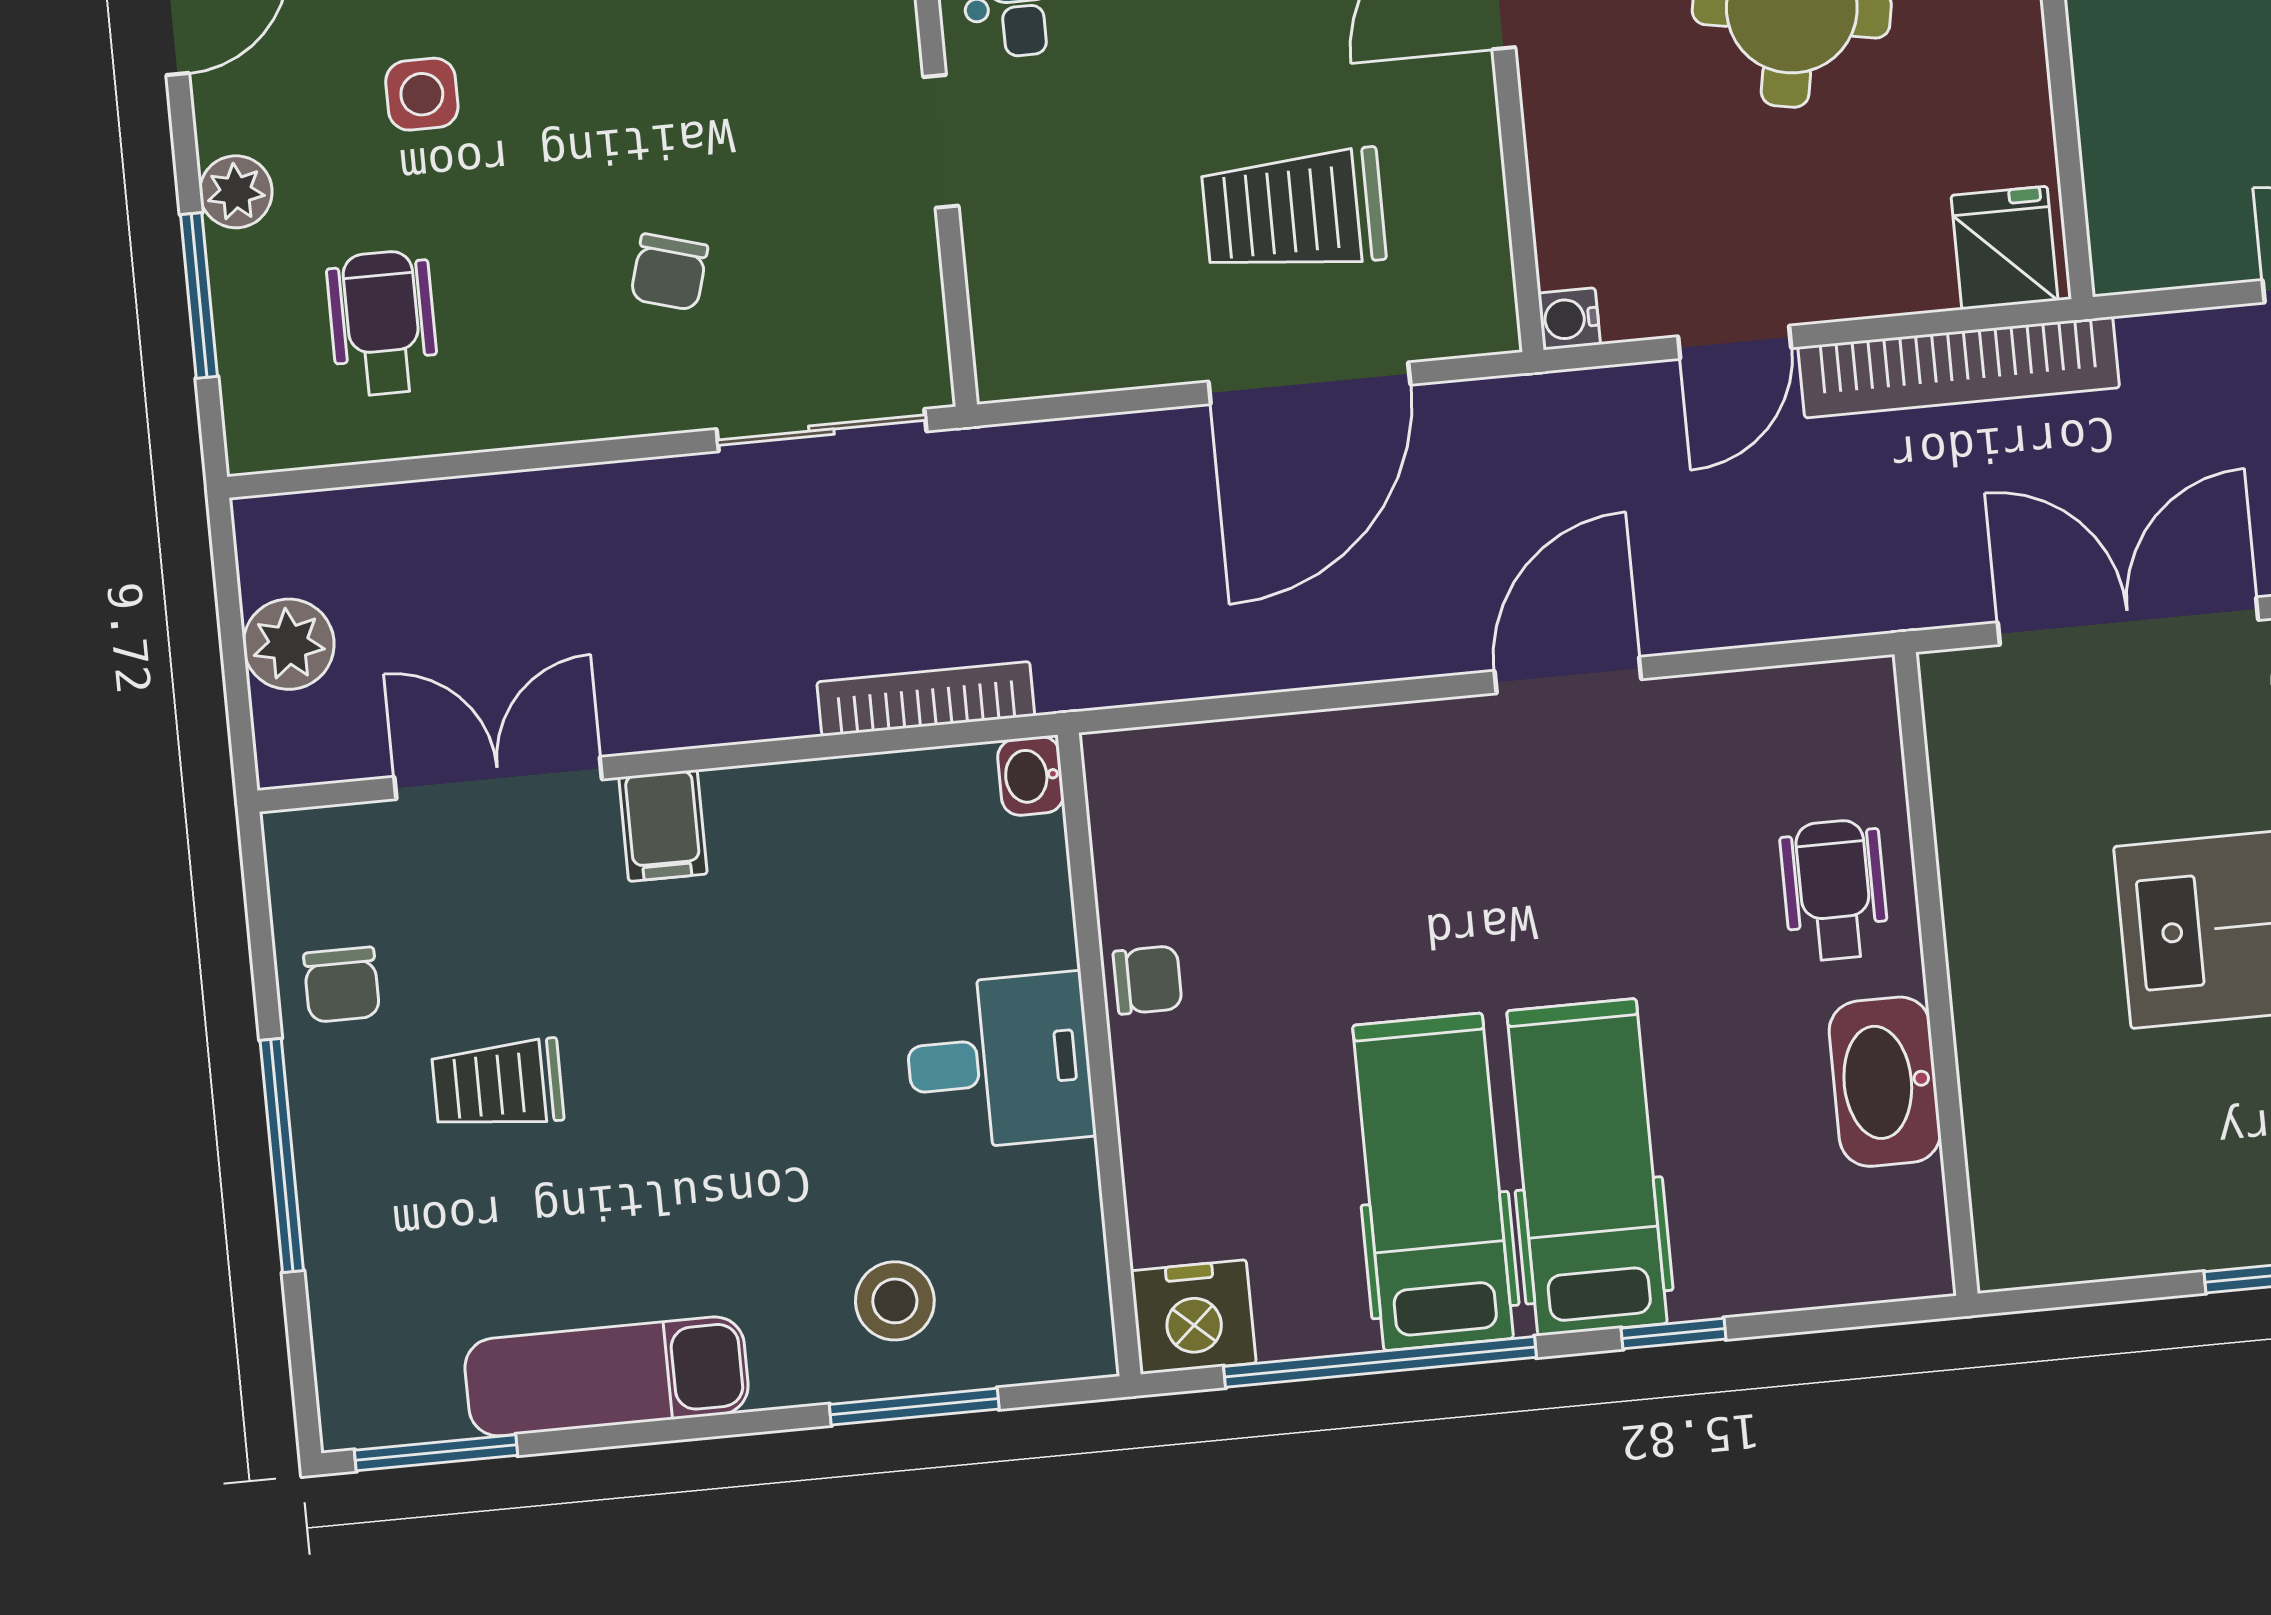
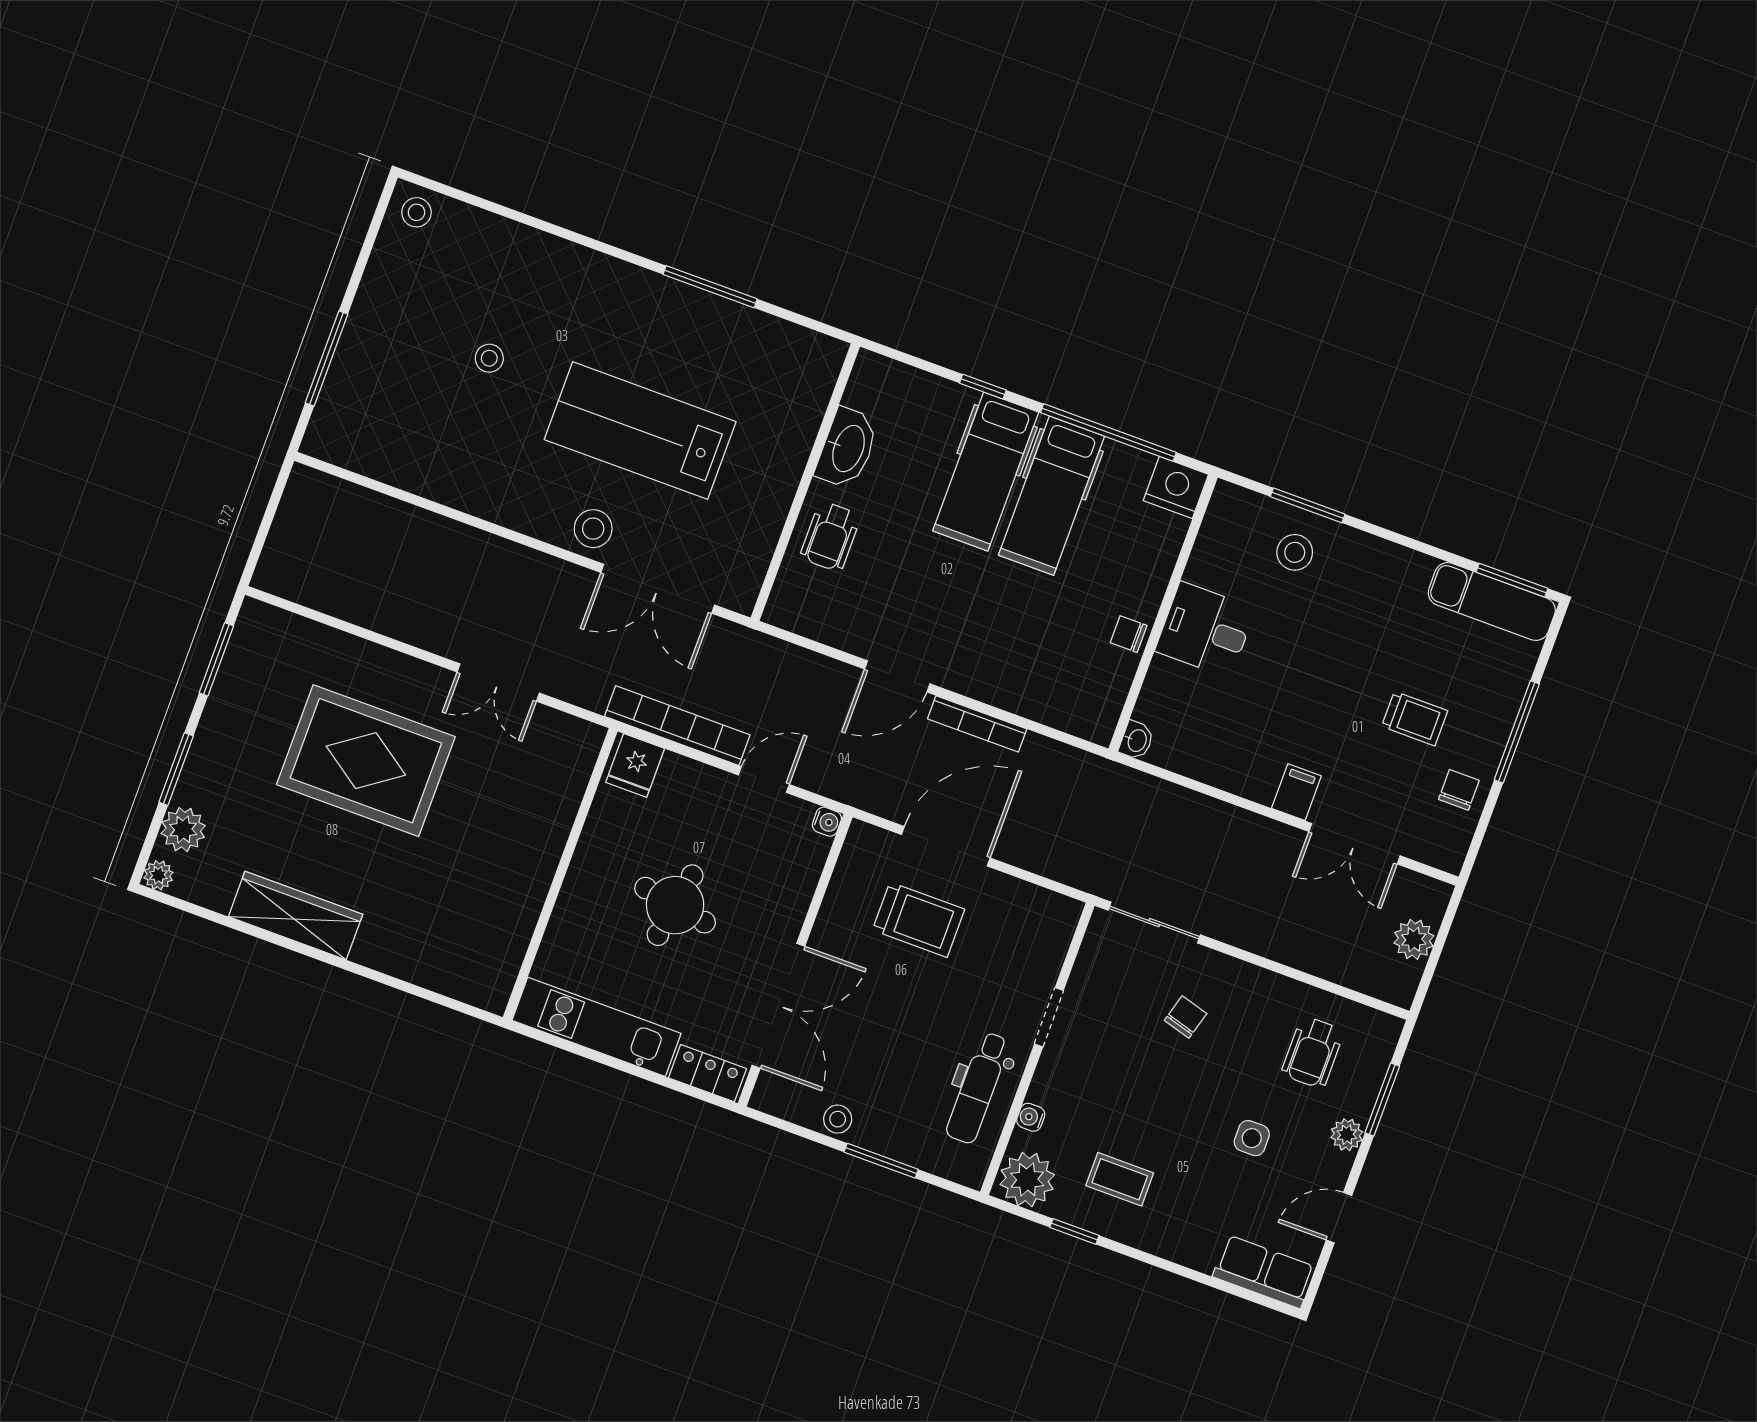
bookcase: (926, 699) -> (977, 724), moved
exam couch: (607, 1376) -> (1492, 602), moved

